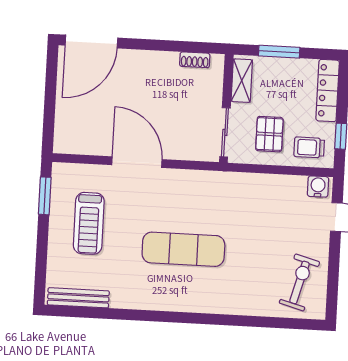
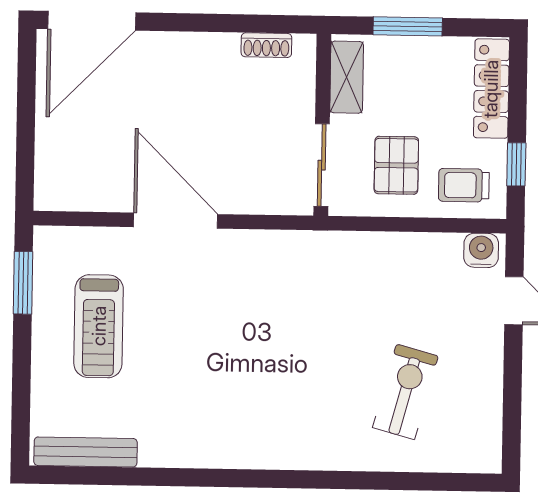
exercise mat: (183, 249) -> (259, 364), removed
exercise bike: (299, 282) -> (405, 392), moved

